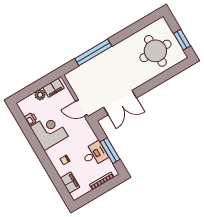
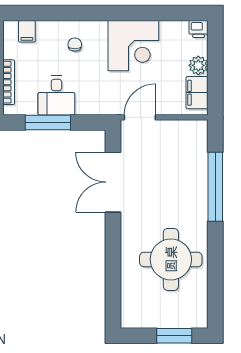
window: (182, 40) -> (174, 336), moved
round table: (155, 51) -> (171, 259), moved
printer: (31, 119) -> (198, 29), moved
filing cabinet: (70, 183) -> (27, 31), width x0.50

